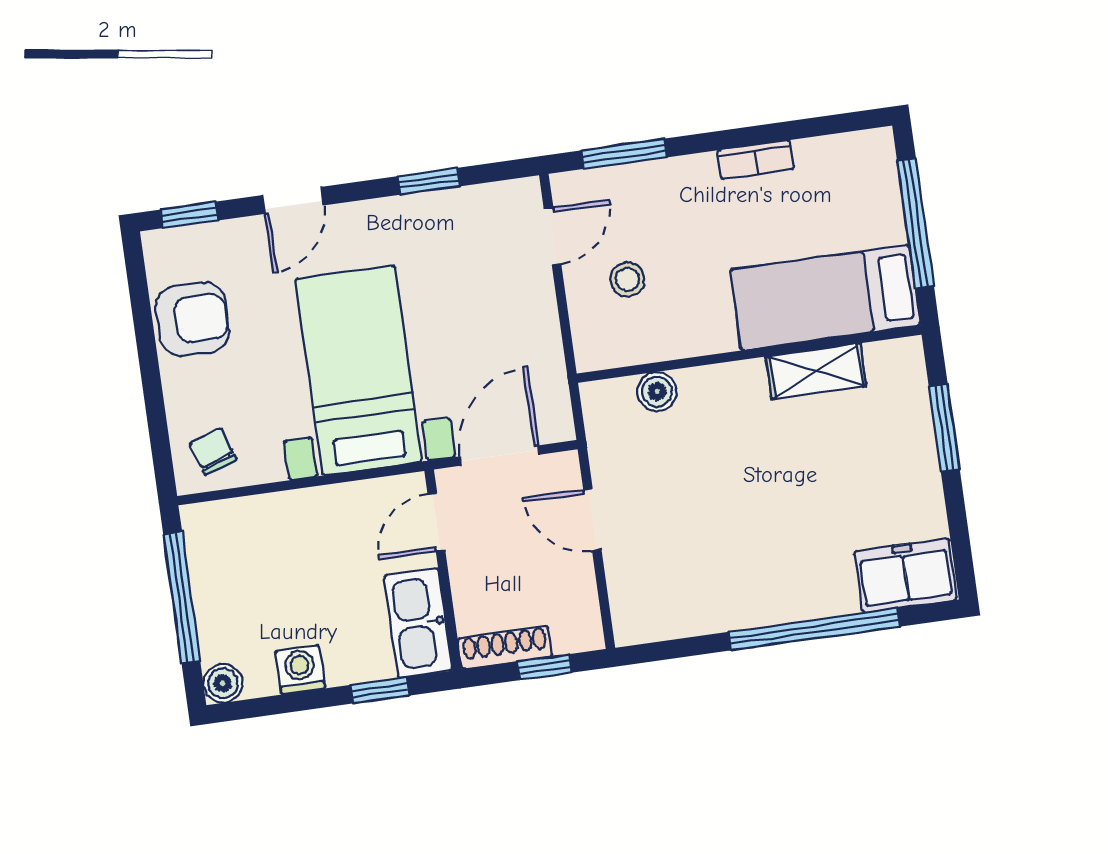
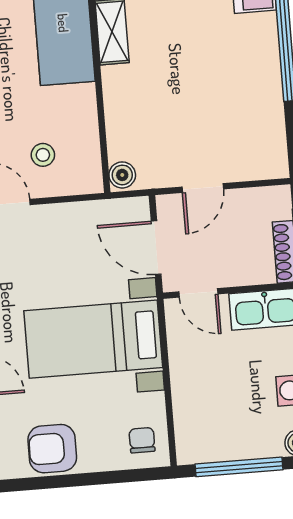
armchair: (193, 319) -> (52, 449), turned -90
boiler: (657, 392) -> (122, 175), moved
chair: (213, 452) -> (142, 440), turned 109

